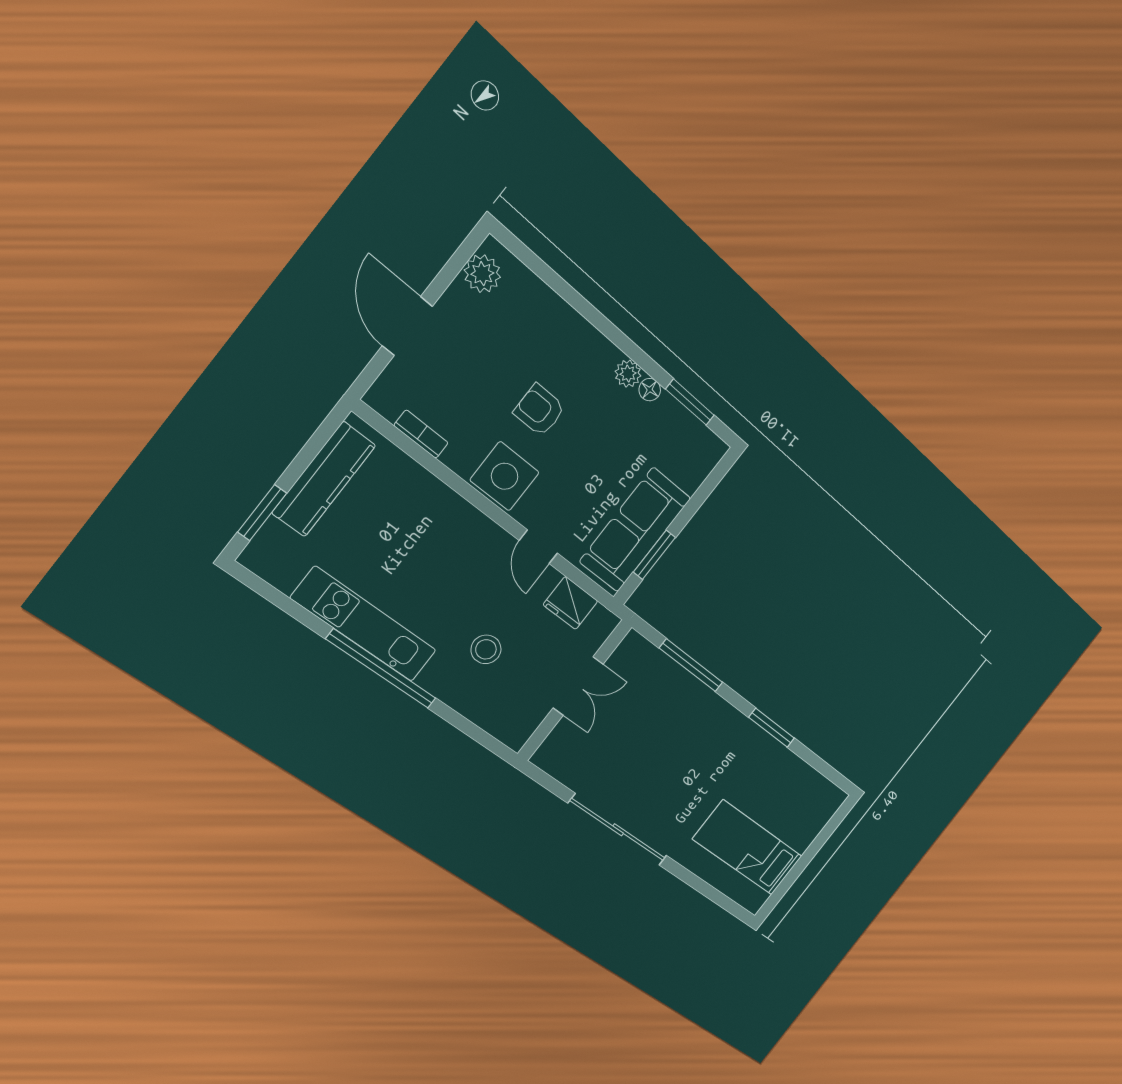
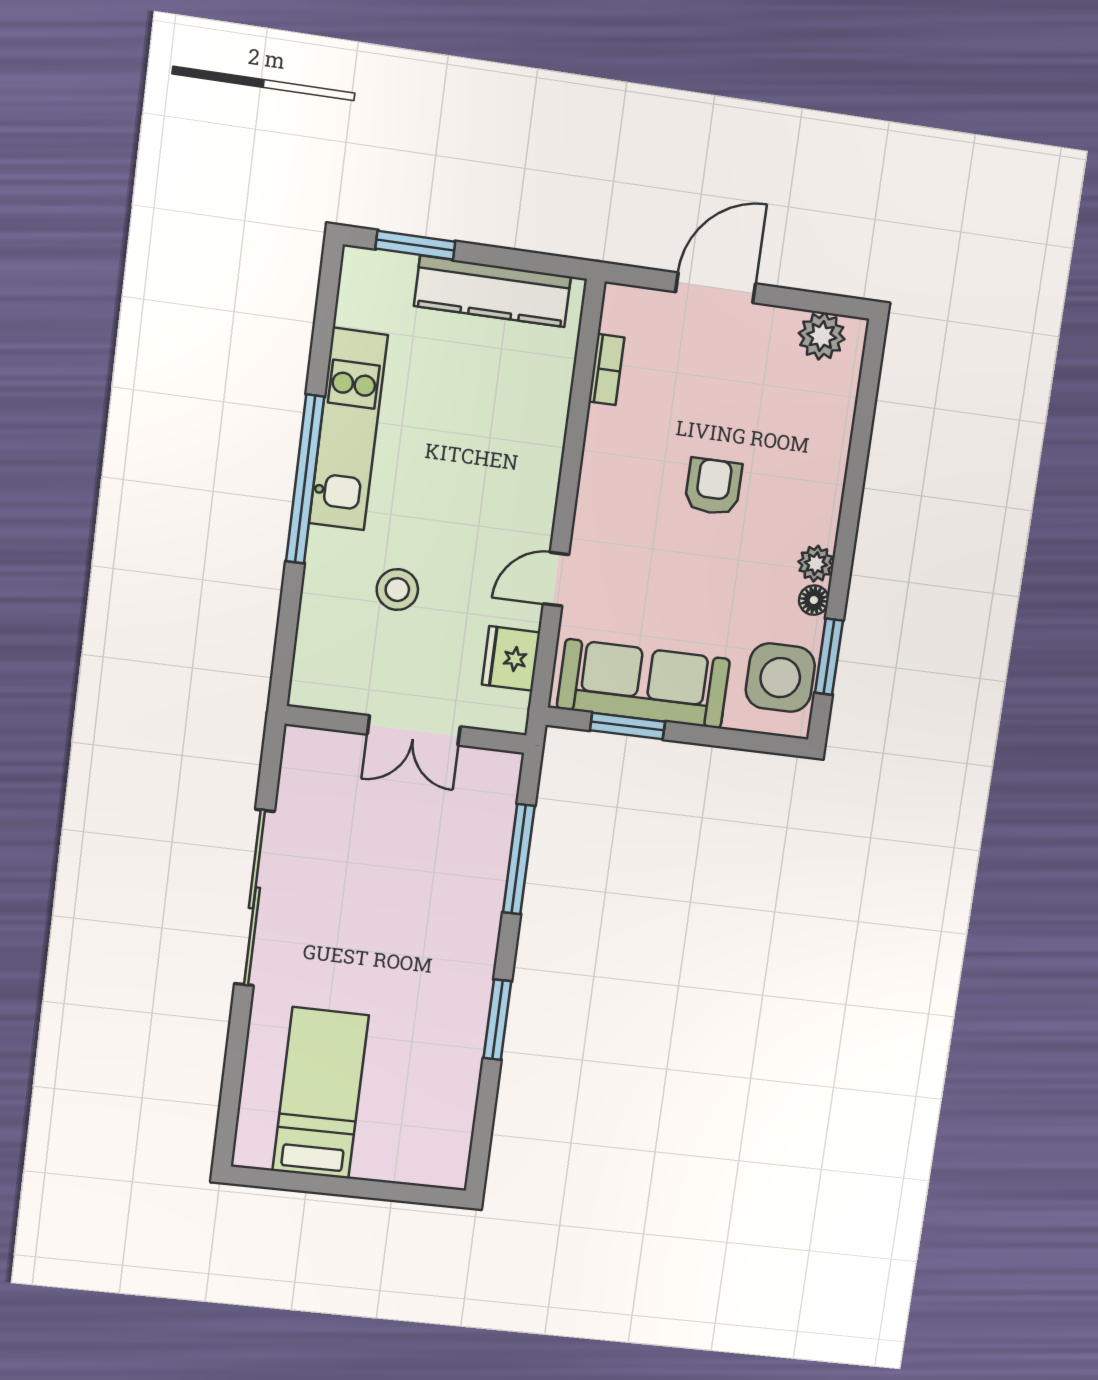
side table: (505, 476) -> (780, 678), moved

